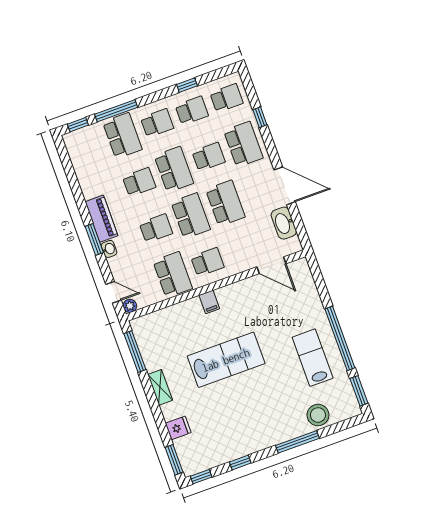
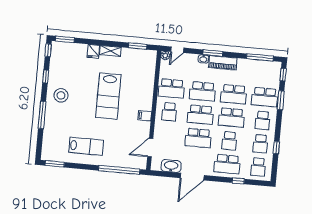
window: (116, 111) -> (281, 100), width x0.69
window: (69, 169) -> (260, 57), added
school desk: (139, 182) -> (234, 94), width x1.85
school desk: (156, 228) -> (203, 91), width x1.85
filing cabinet: (209, 302) -> (145, 116), moved
window: (340, 338) -> (119, 170), moved
window: (135, 352) -> (138, 46), width x0.69
stool: (318, 415) -> (61, 95), moved
fridge: (178, 428) -> (93, 51), moved

